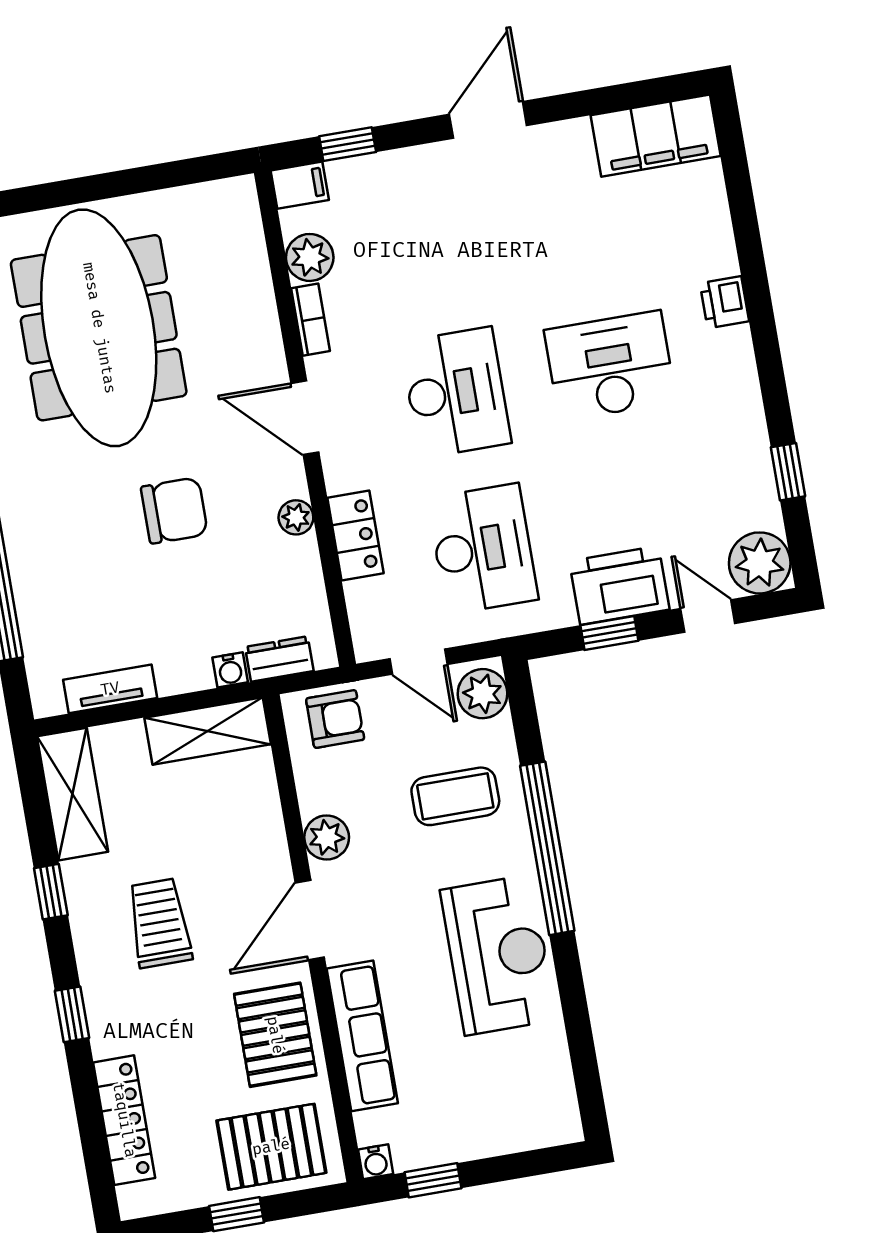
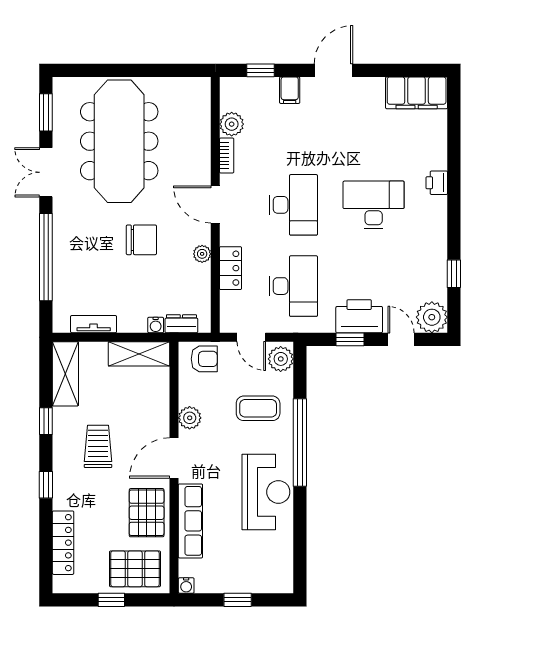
filing cabinet: (300, 185) -> (290, 90), moved, turned 90
window: (433, 1180) -> (238, 600), moved

